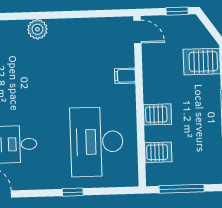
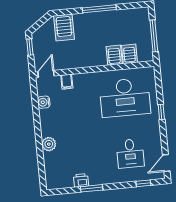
water cooler: (97, 26) -> (44, 102), added
filing cabinet: (125, 76) -> (67, 82), moved
server rack: (157, 114) -> (114, 55), moved

